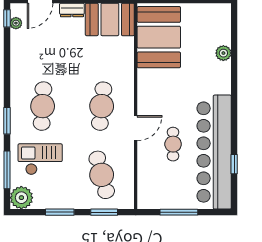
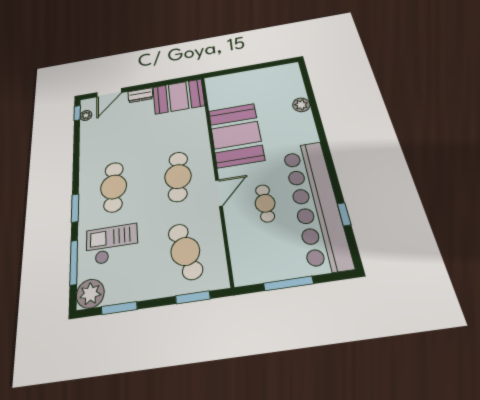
booth: (159, 37) -> (236, 135), moved
window: (60, 212) -> (119, 308), moved

